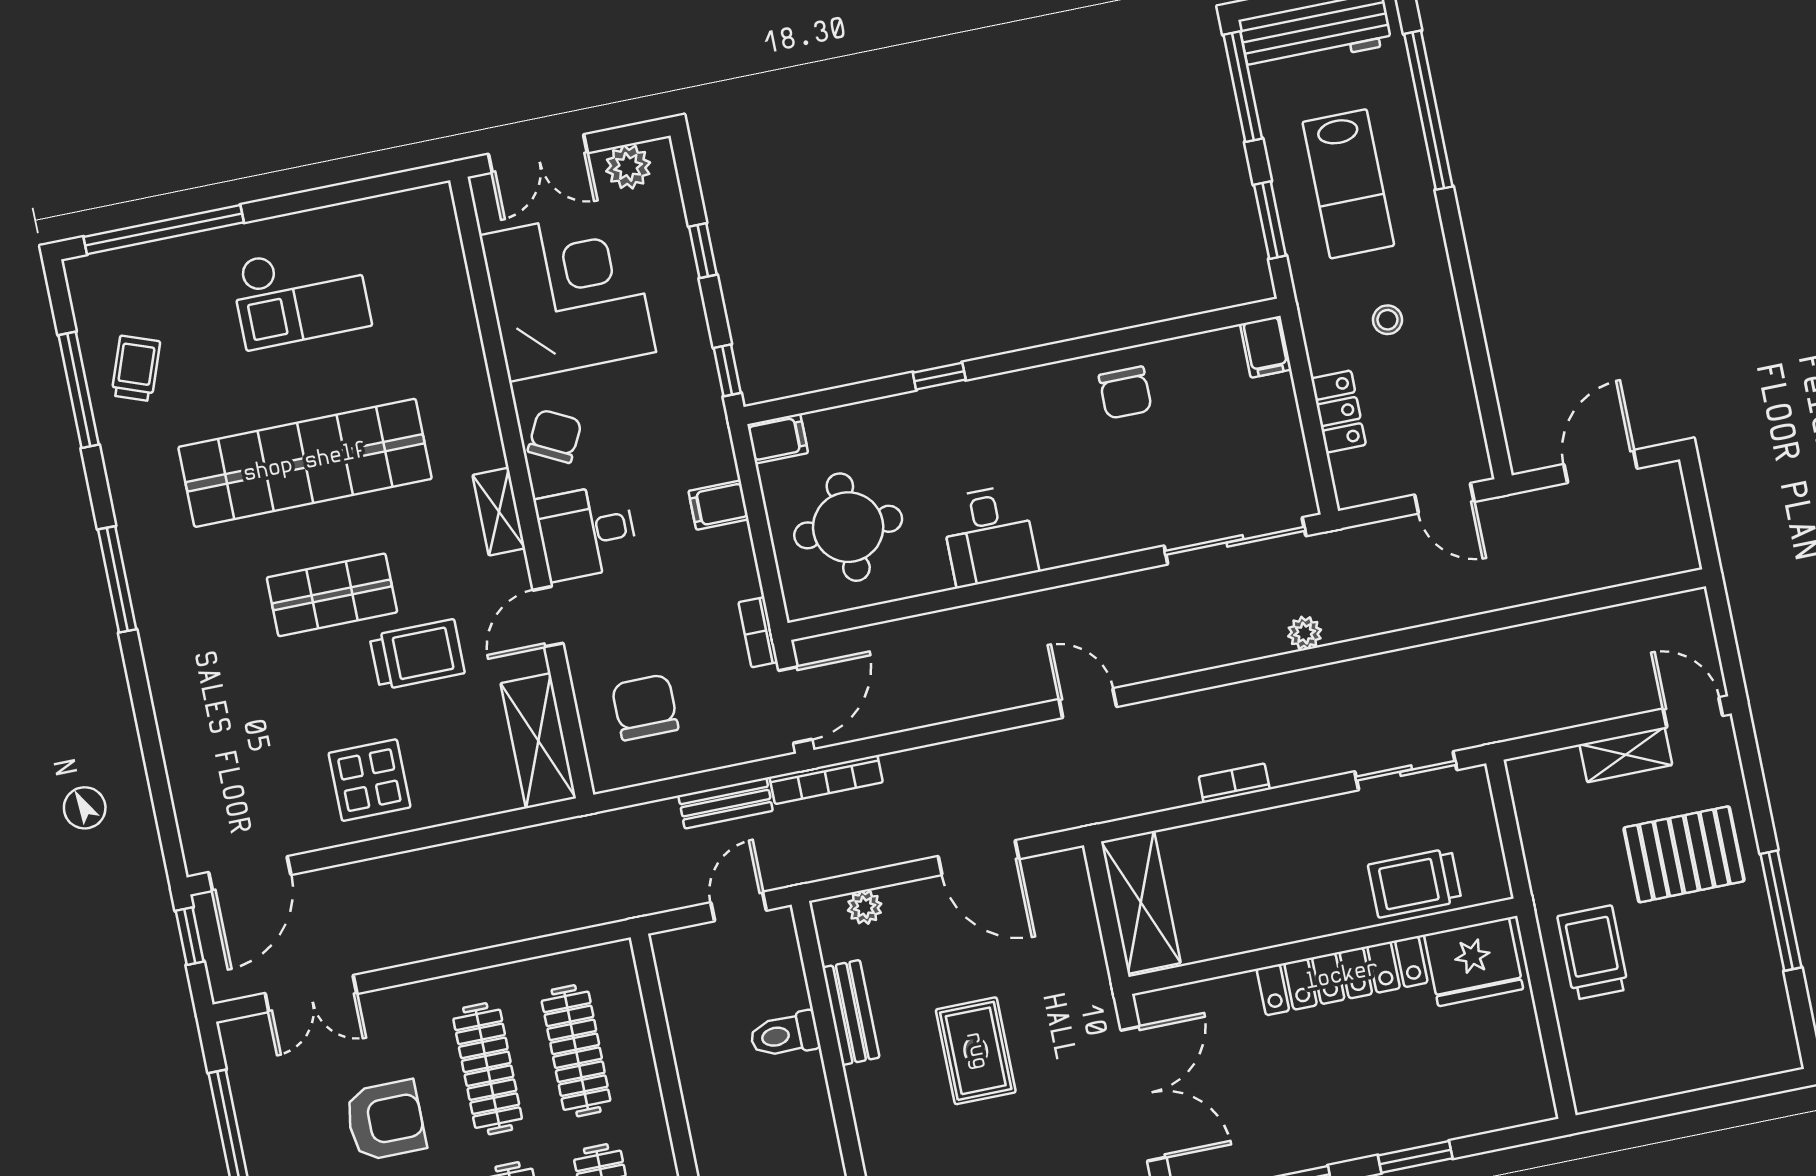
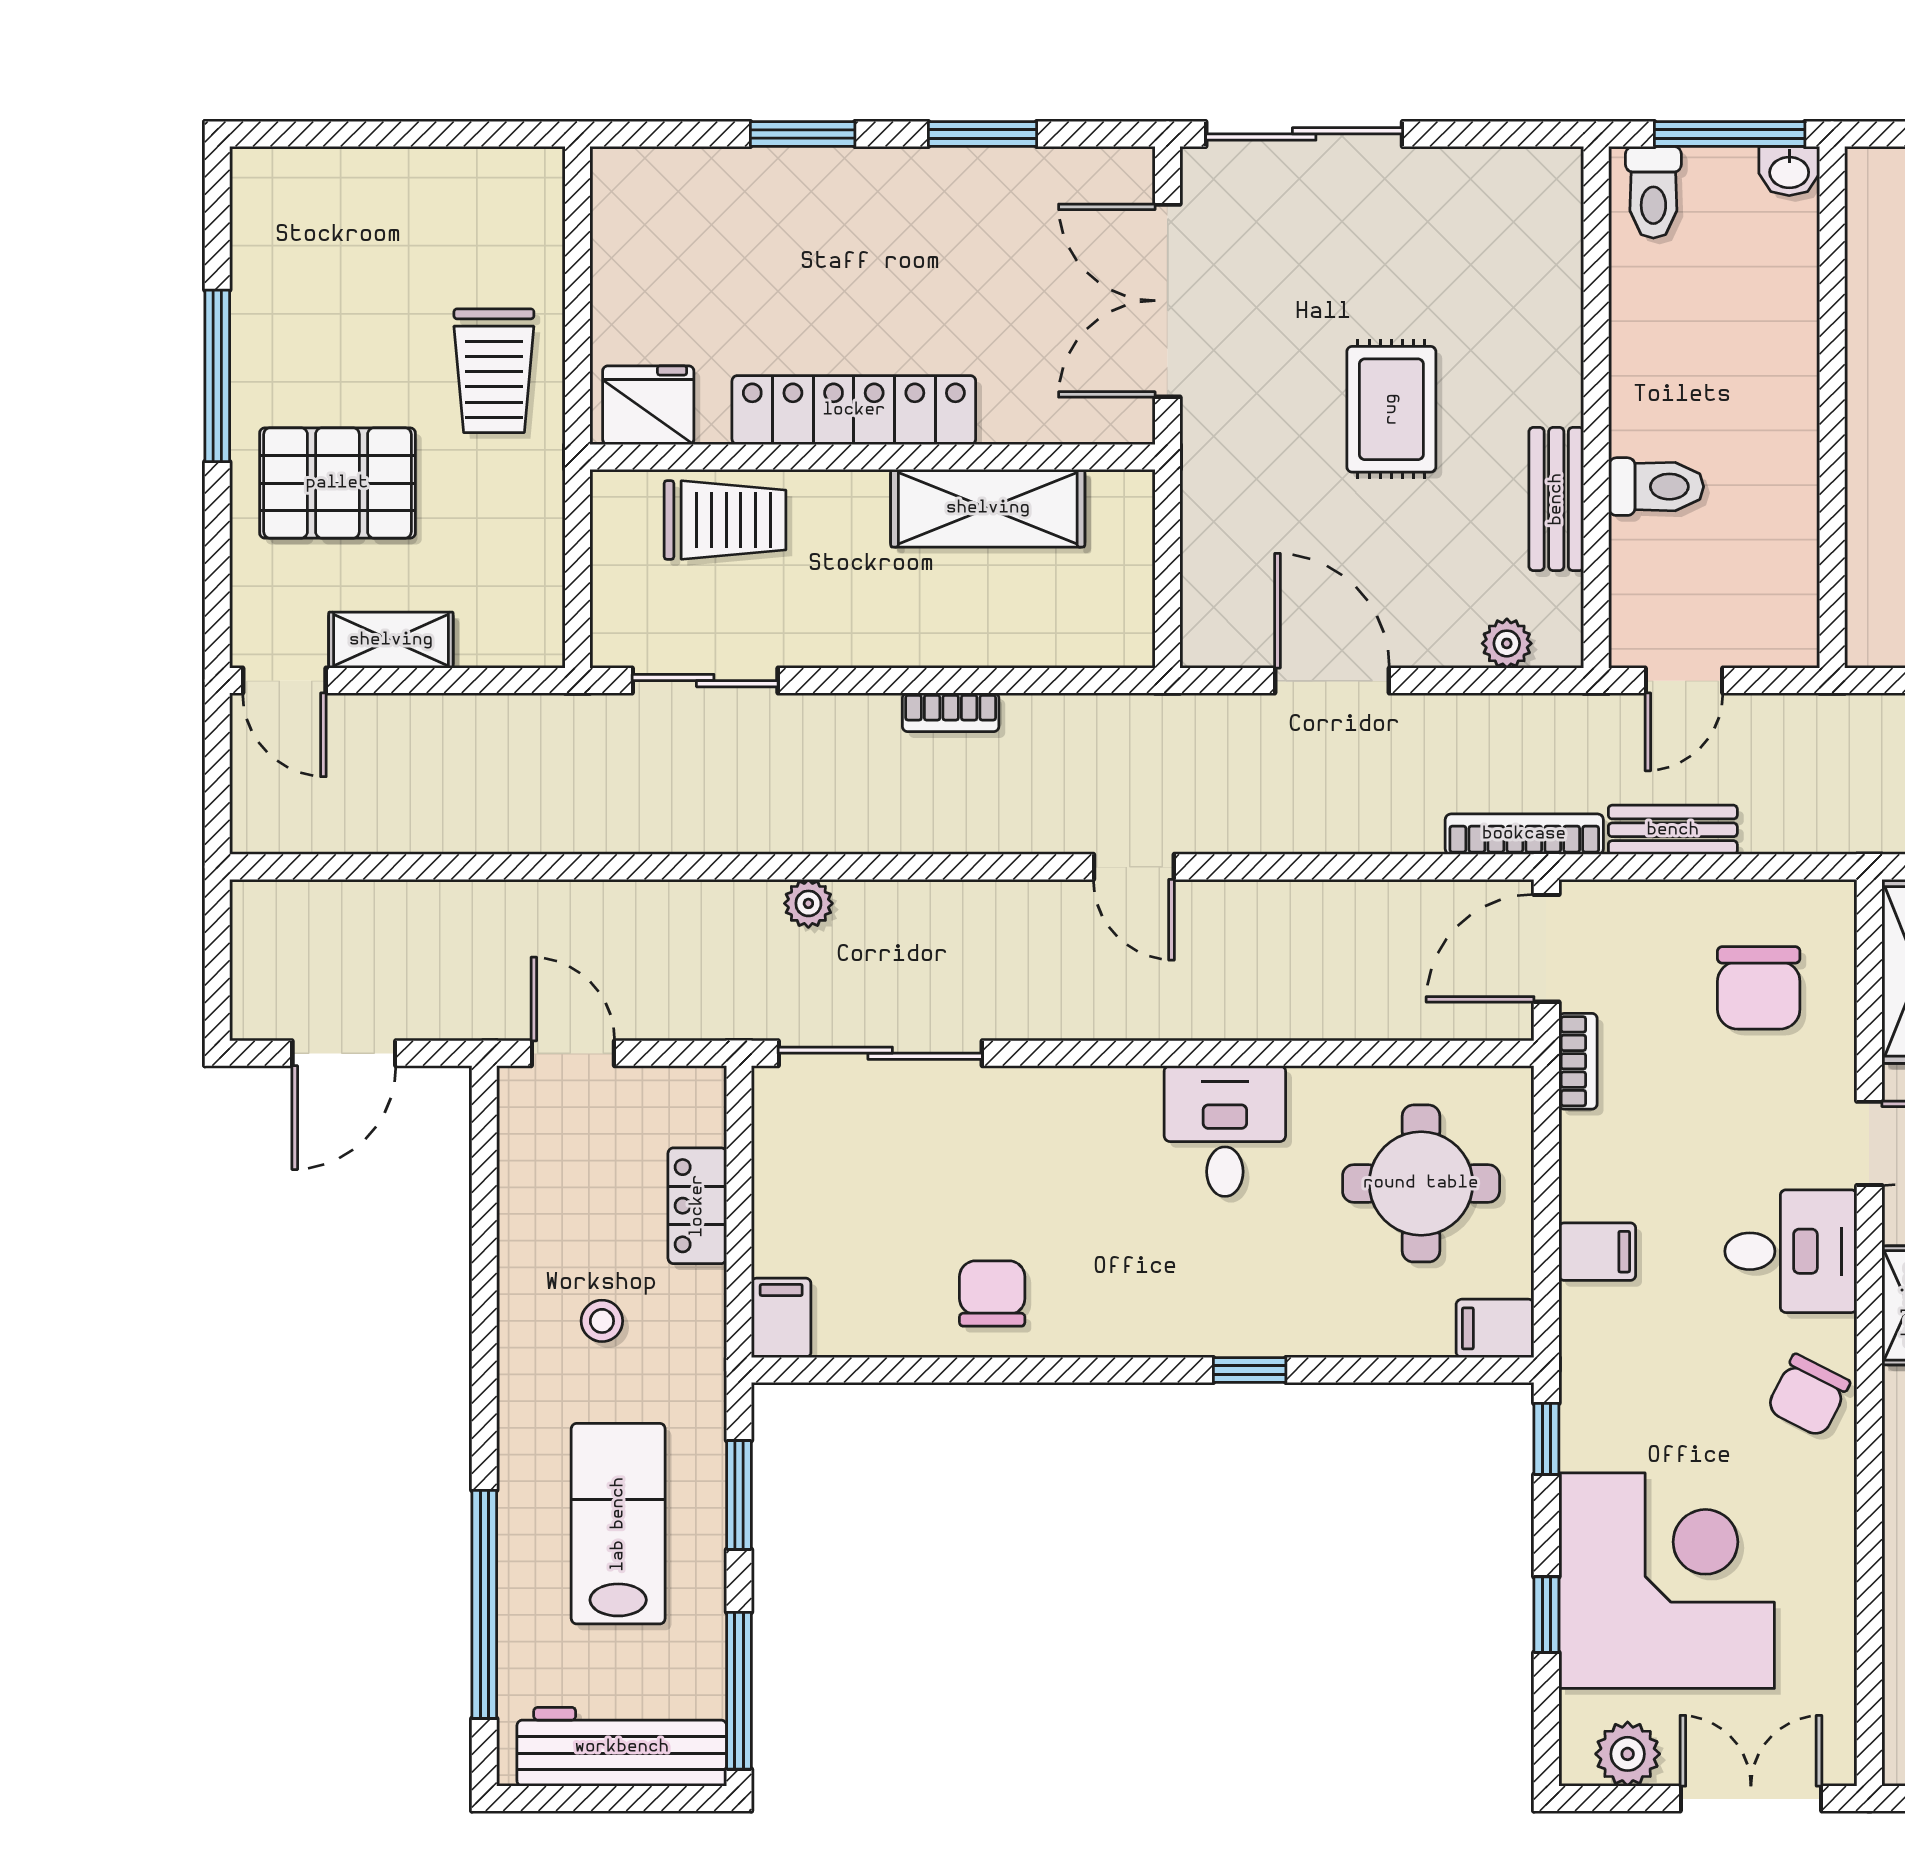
corner desk: (568, 294) -> (1667, 1581), moved, turned 180
shelving: (1141, 902) -> (988, 508), moved, turned 90
fridge: (1474, 962) -> (648, 405), width x0.73, depth x0.75

